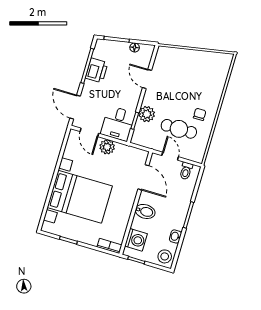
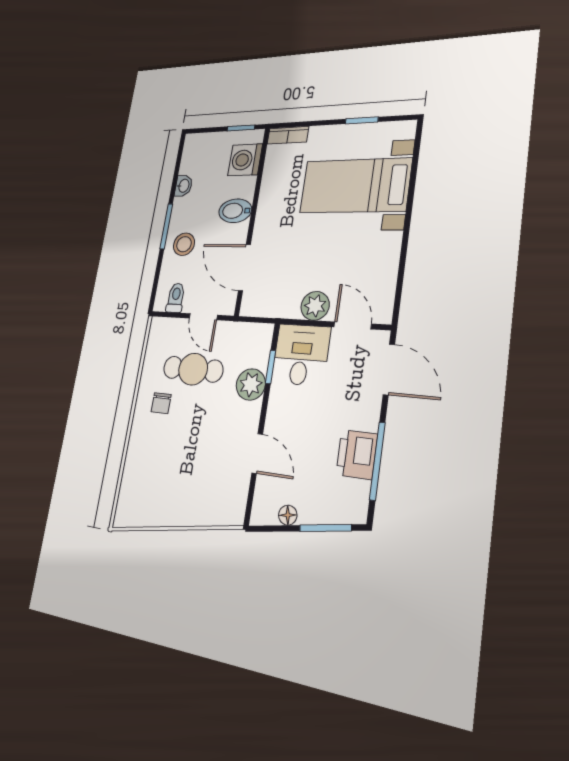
bed with nightstands: (80, 197) -> (355, 186), width x0.73
stool: (165, 256) -> (184, 244), moved

